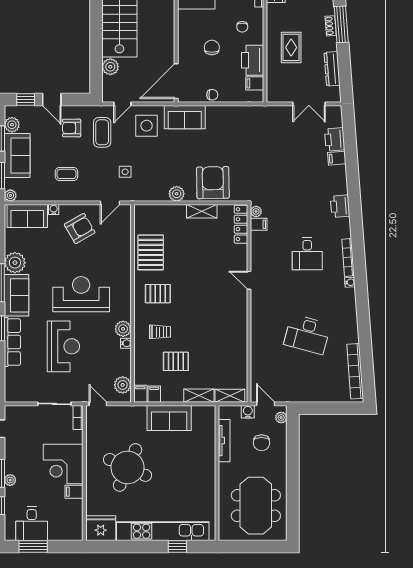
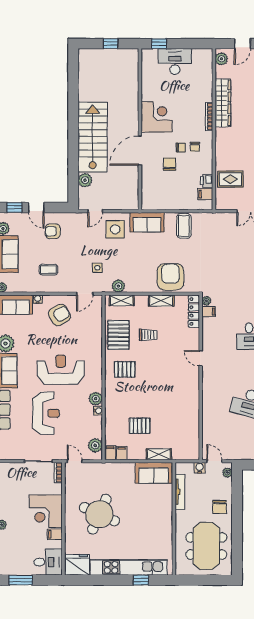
rug: (291, 47) -> (230, 179), moved, turned 90
printer: (253, 60) -> (207, 181), width x0.53, depth x0.68
door: (176, 81) -> (140, 151), moved
chair: (212, 95) -> (181, 147), moved
coffee table: (102, 132) -> (184, 226), moved
plant: (177, 194) -> (118, 286), moved
trolley: (160, 332) -> (148, 335), moved
shelving: (230, 396) -> (122, 300), moved
sofa: (169, 418) -> (154, 473), moved
chair: (262, 443) -> (219, 507), moved
desk: (32, 524) -> (48, 562), moved, turned -90

